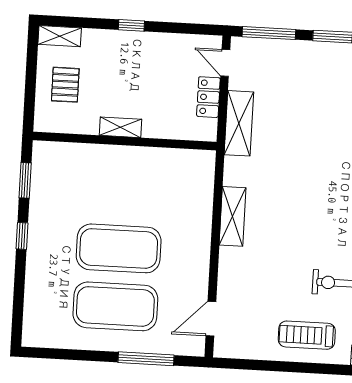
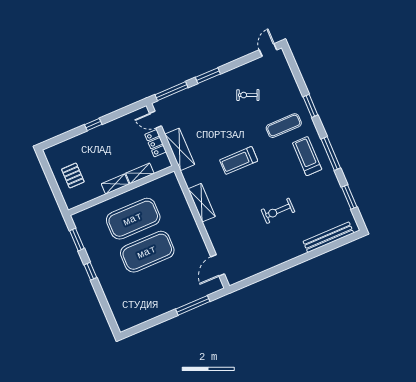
shelving: (60, 36) -> (140, 173), moved
exercise mat: (115, 306) -> (133, 219), moved
treadmill: (307, 335) -> (239, 160), moved

